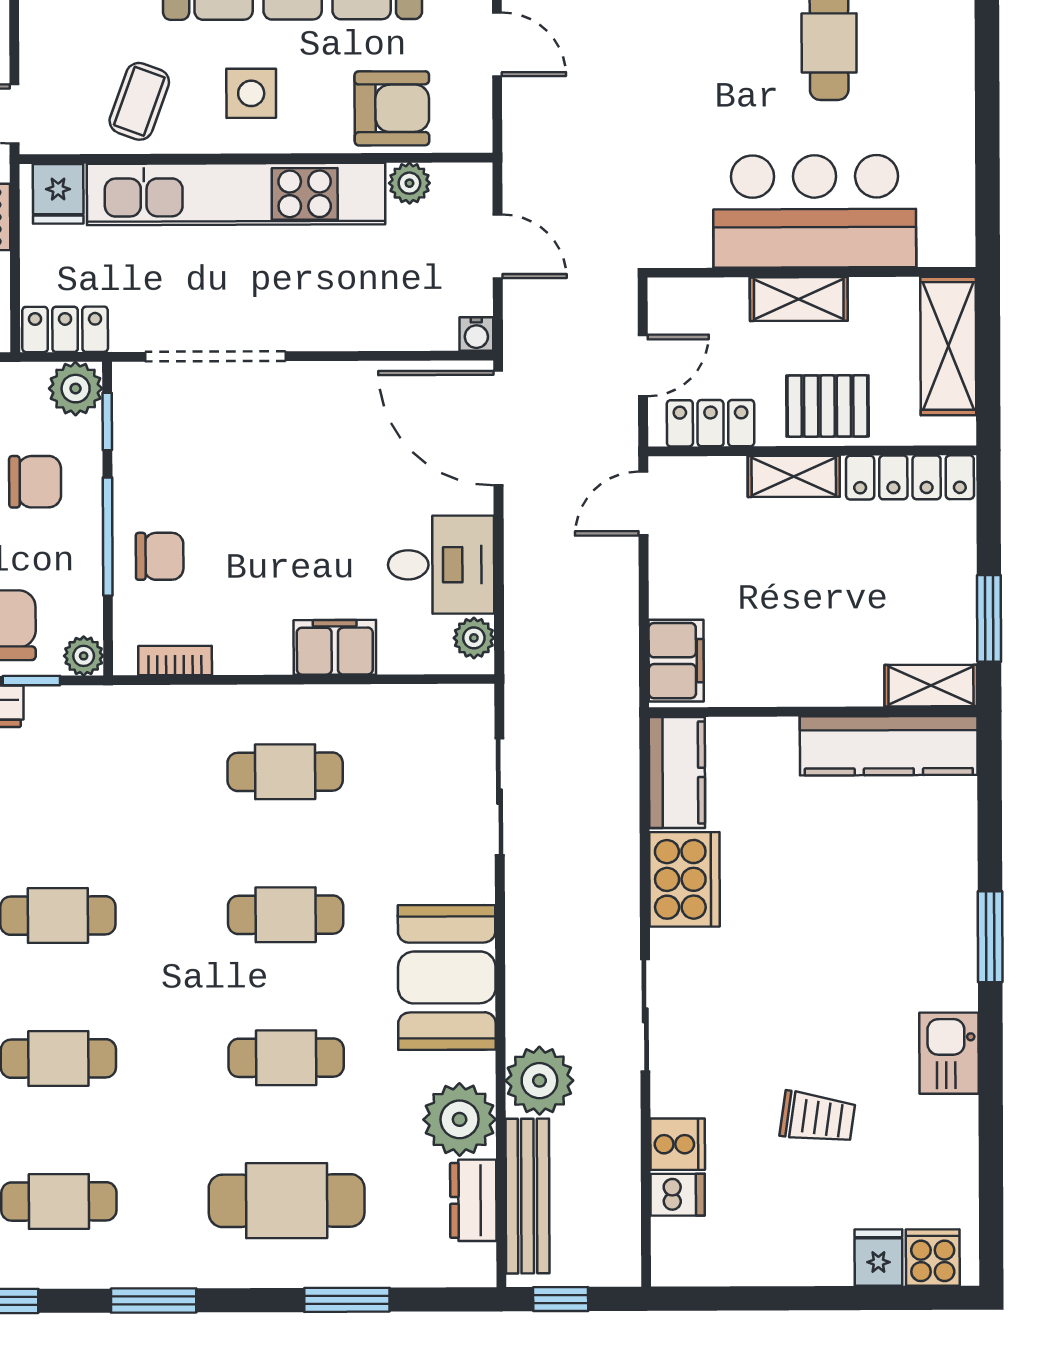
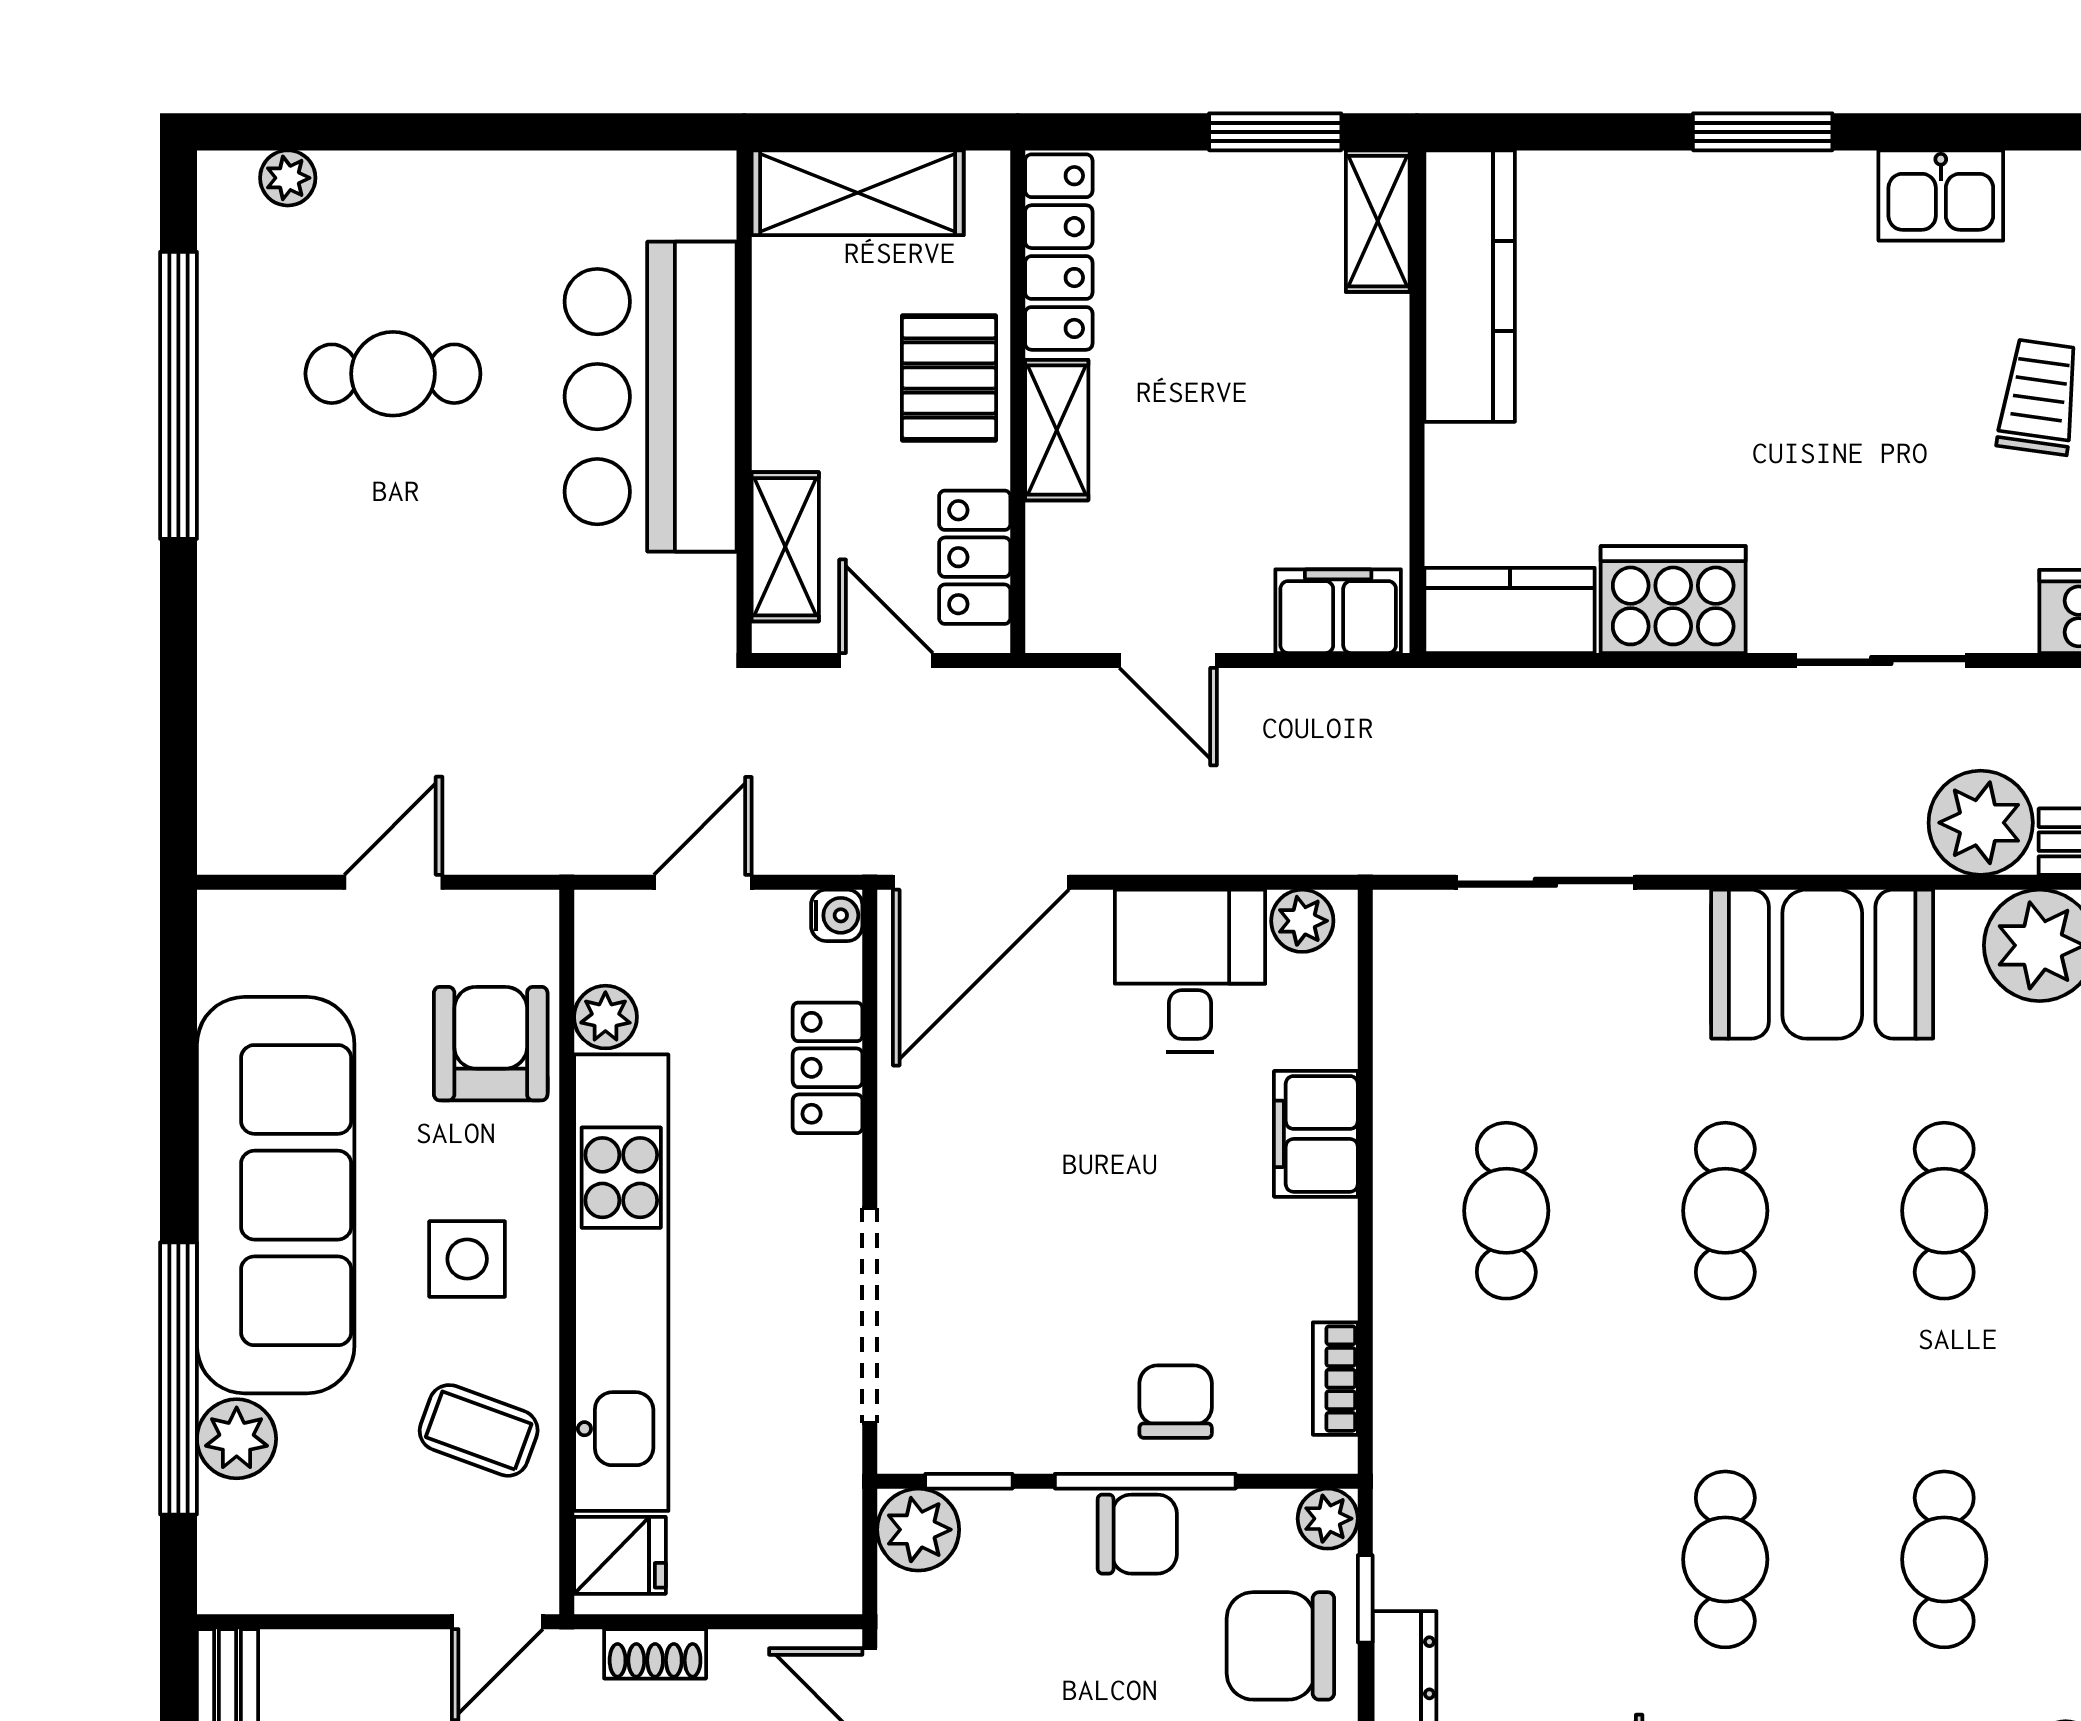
shelving: (799, 299) -> (785, 547), moved
locker: (65, 329) -> (828, 1068), moved
chair: (35, 482) -> (1137, 1534), moved, turned 90
door: (643, 504) -> (1168, 660), moved

